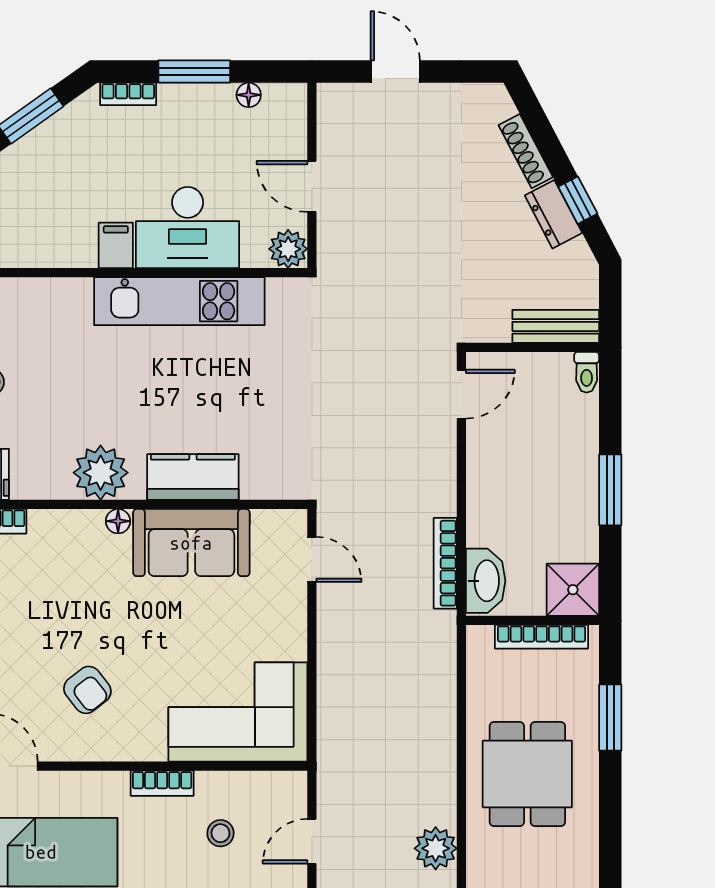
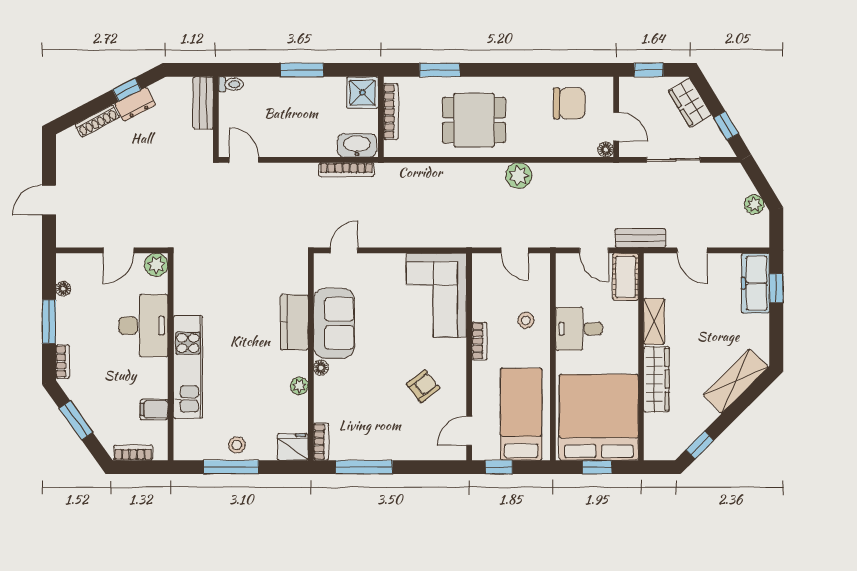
filing cabinet: (116, 245) -> (154, 409), moved
kitchen unit: (179, 301) -> (188, 367), moved
plant: (101, 473) -> (299, 386), width x0.53, depth x0.53
stool: (220, 833) -> (526, 320), moved

